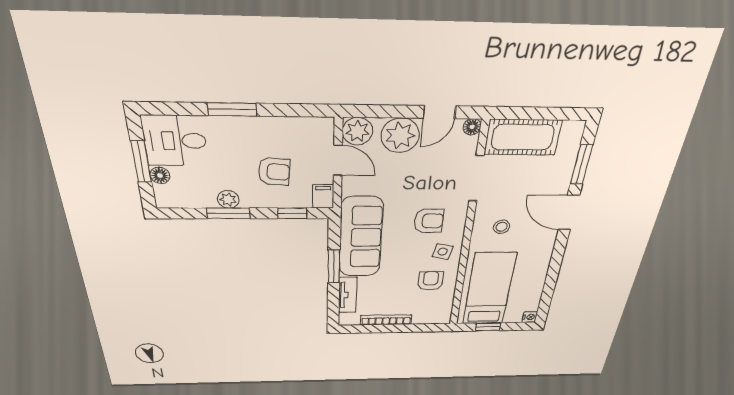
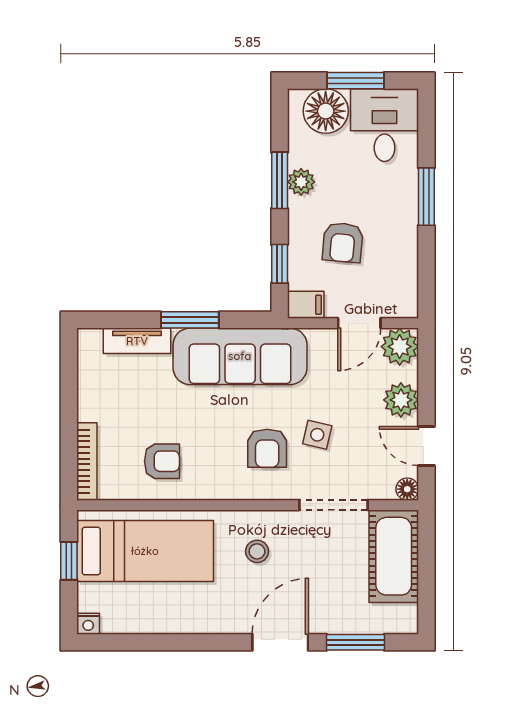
plant: (400, 135) -> (401, 400), width x0.73, depth x0.73
floor lamp: (160, 175) -> (326, 111), width x1.89, depth x1.89
side table: (443, 252) -> (317, 435), moved
bookcase: (386, 320) -> (87, 461), moved

